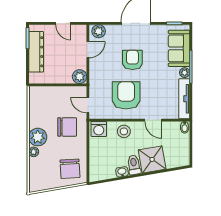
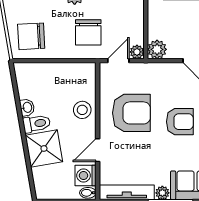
plant: (81, 91) -> (137, 52), added
washing machine: (99, 129) -> (86, 175), moved

